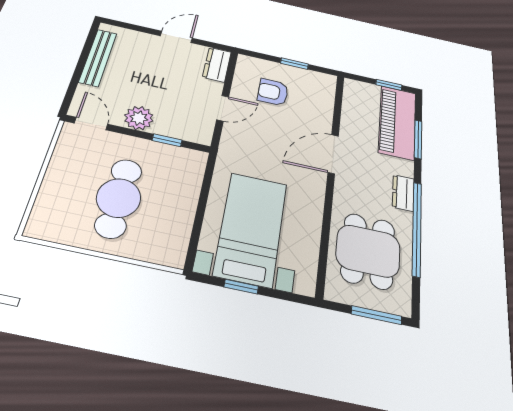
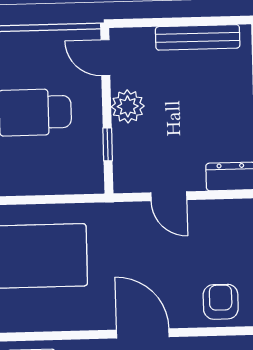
armchair: (273, 92) -> (221, 302), moved
door: (91, 124) -> (105, 58), swing flipped

